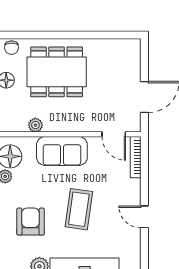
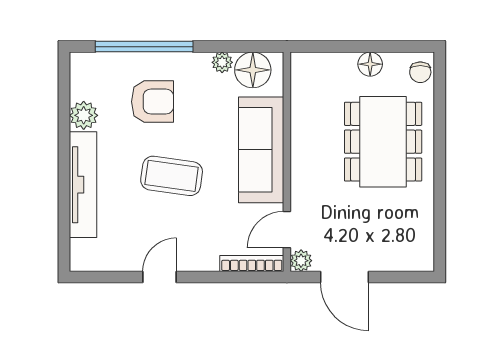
chair: (12, 48) -> (420, 72), turned -90
plant: (35, 125) -> (301, 261), moved
sofa: (62, 151) -> (261, 150), width x1.36

